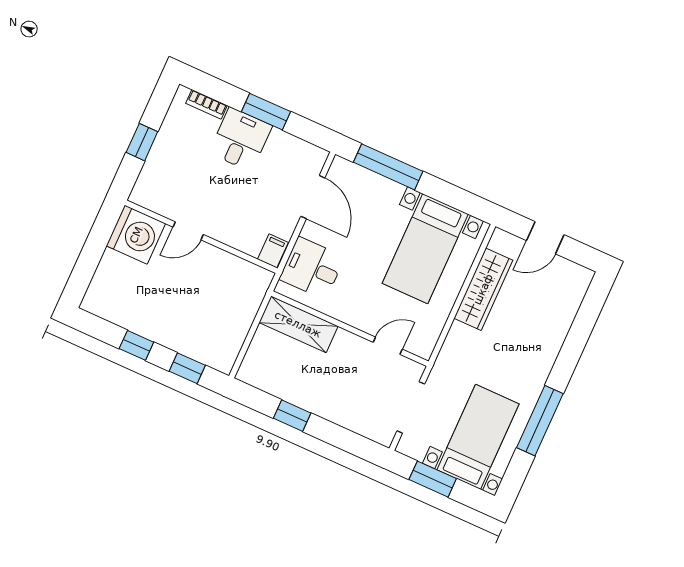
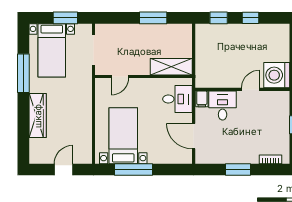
desk: (240, 139) -> (223, 105), moved, turned 180
window: (388, 167) -> (133, 169), moved
wardrobe: (483, 289) -> (38, 116), moved, turned 180
window: (292, 416) -> (153, 18), width x1.50

